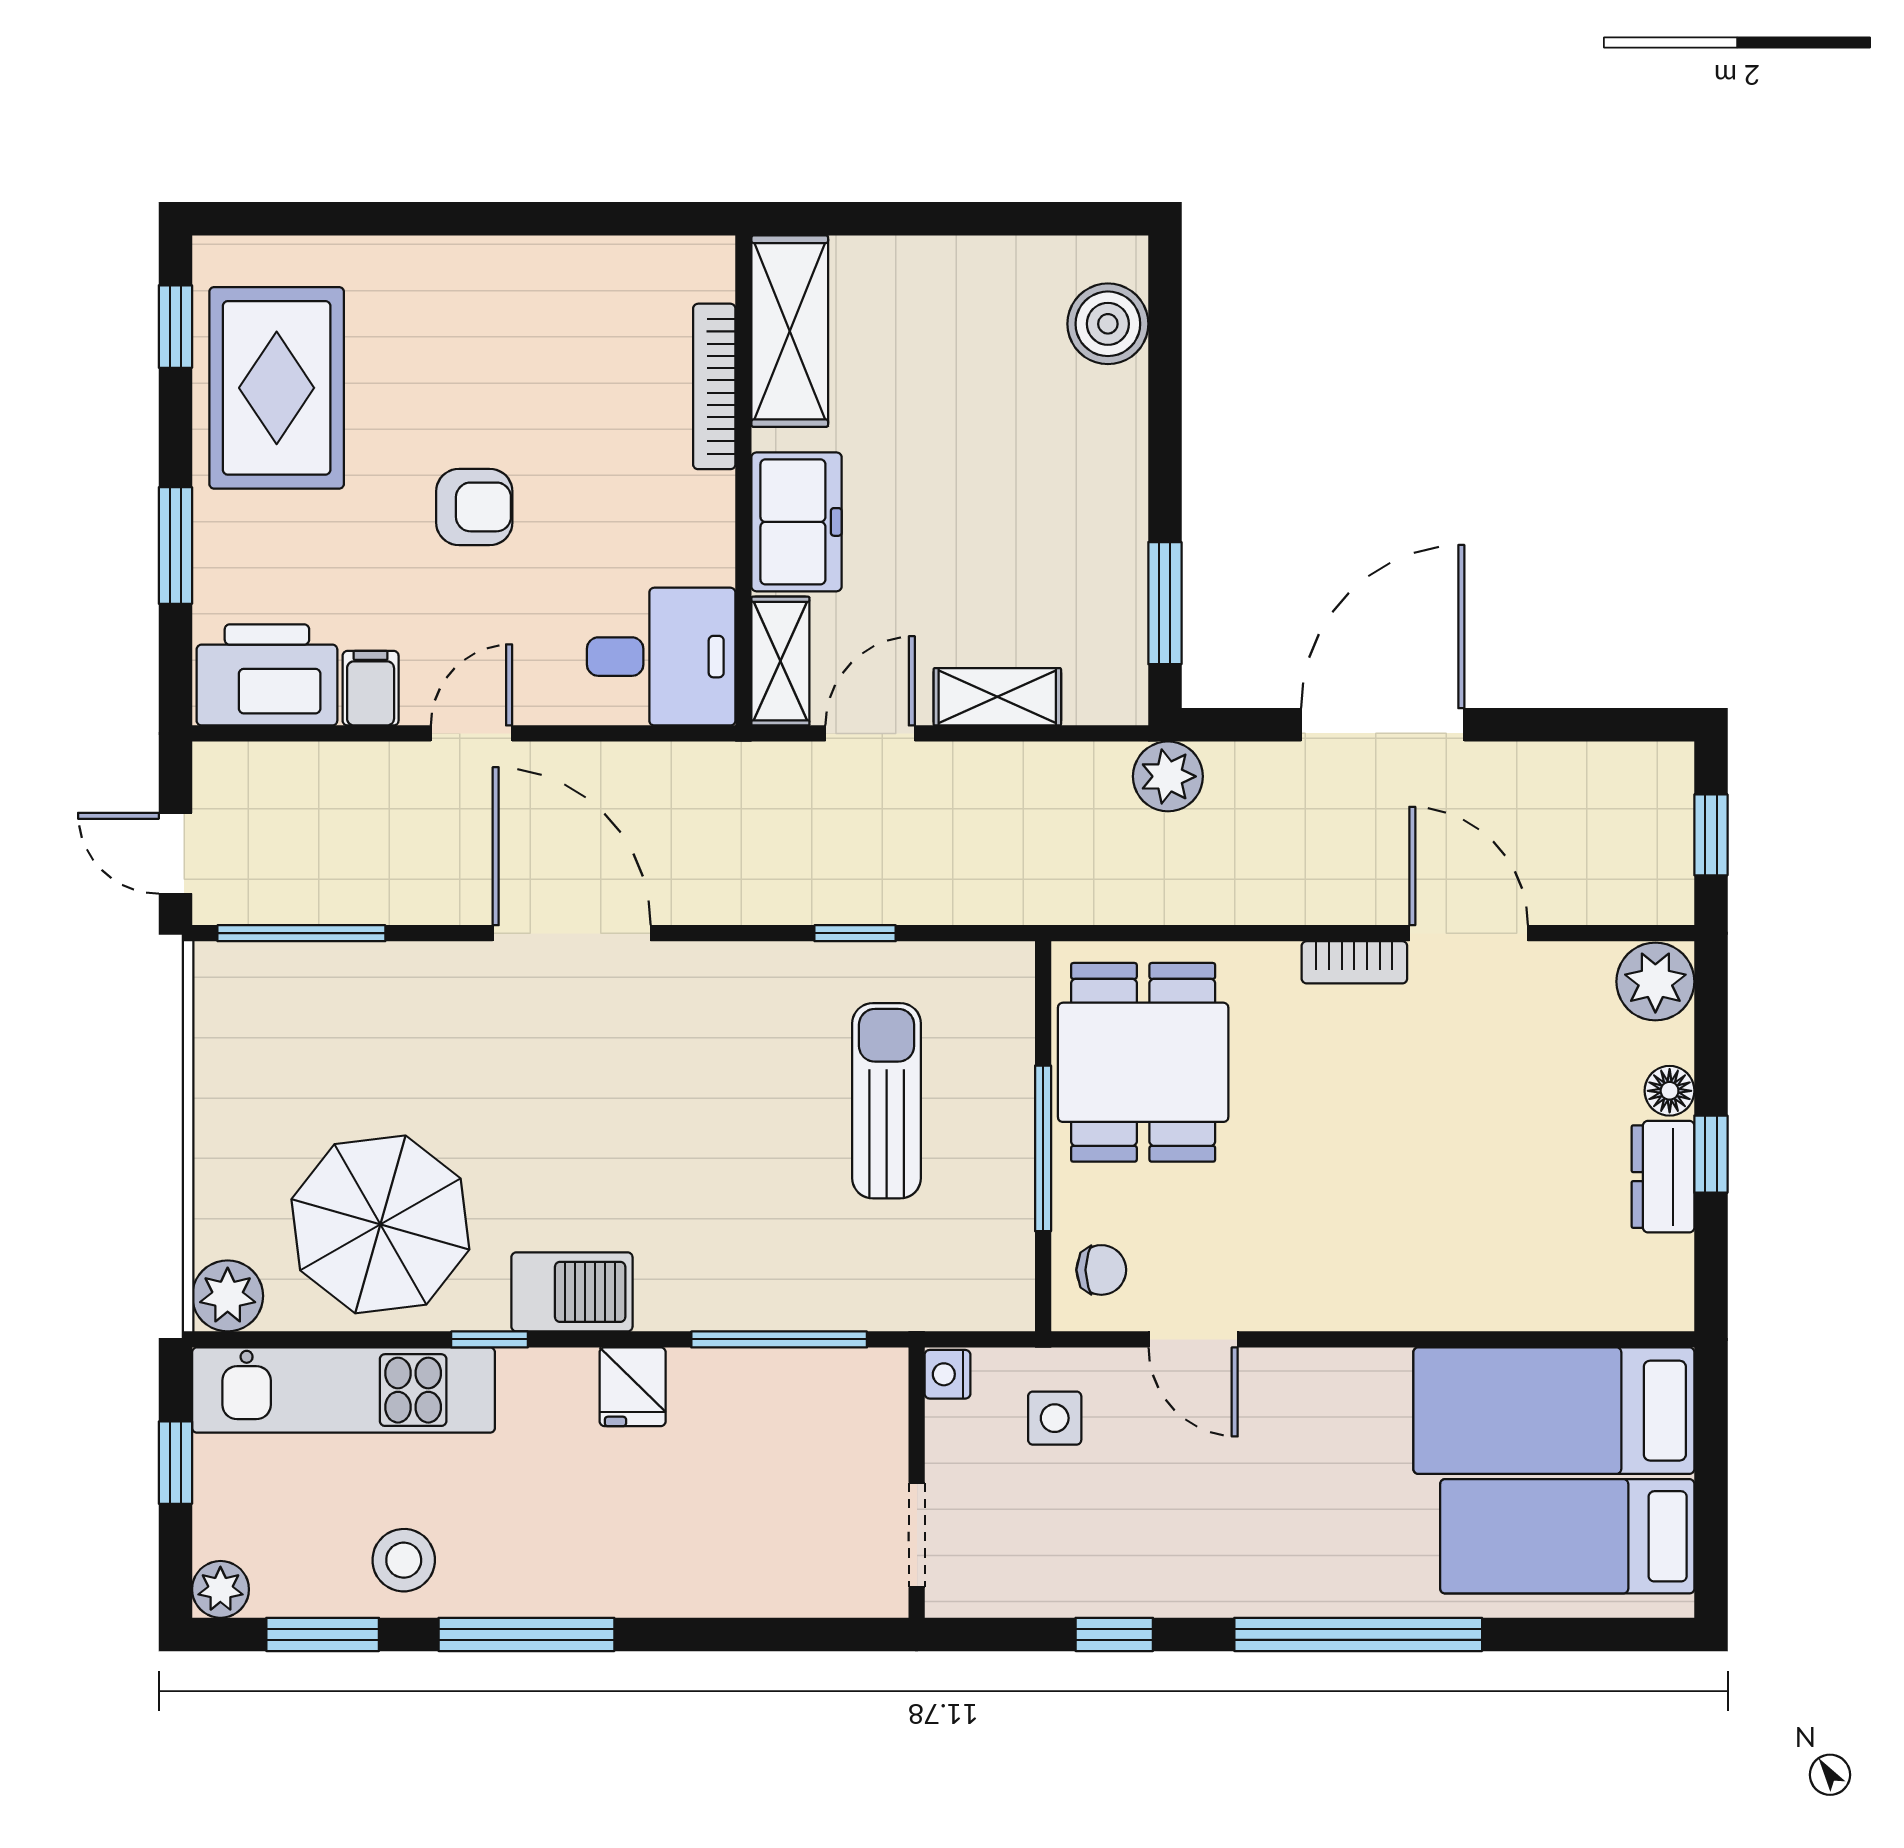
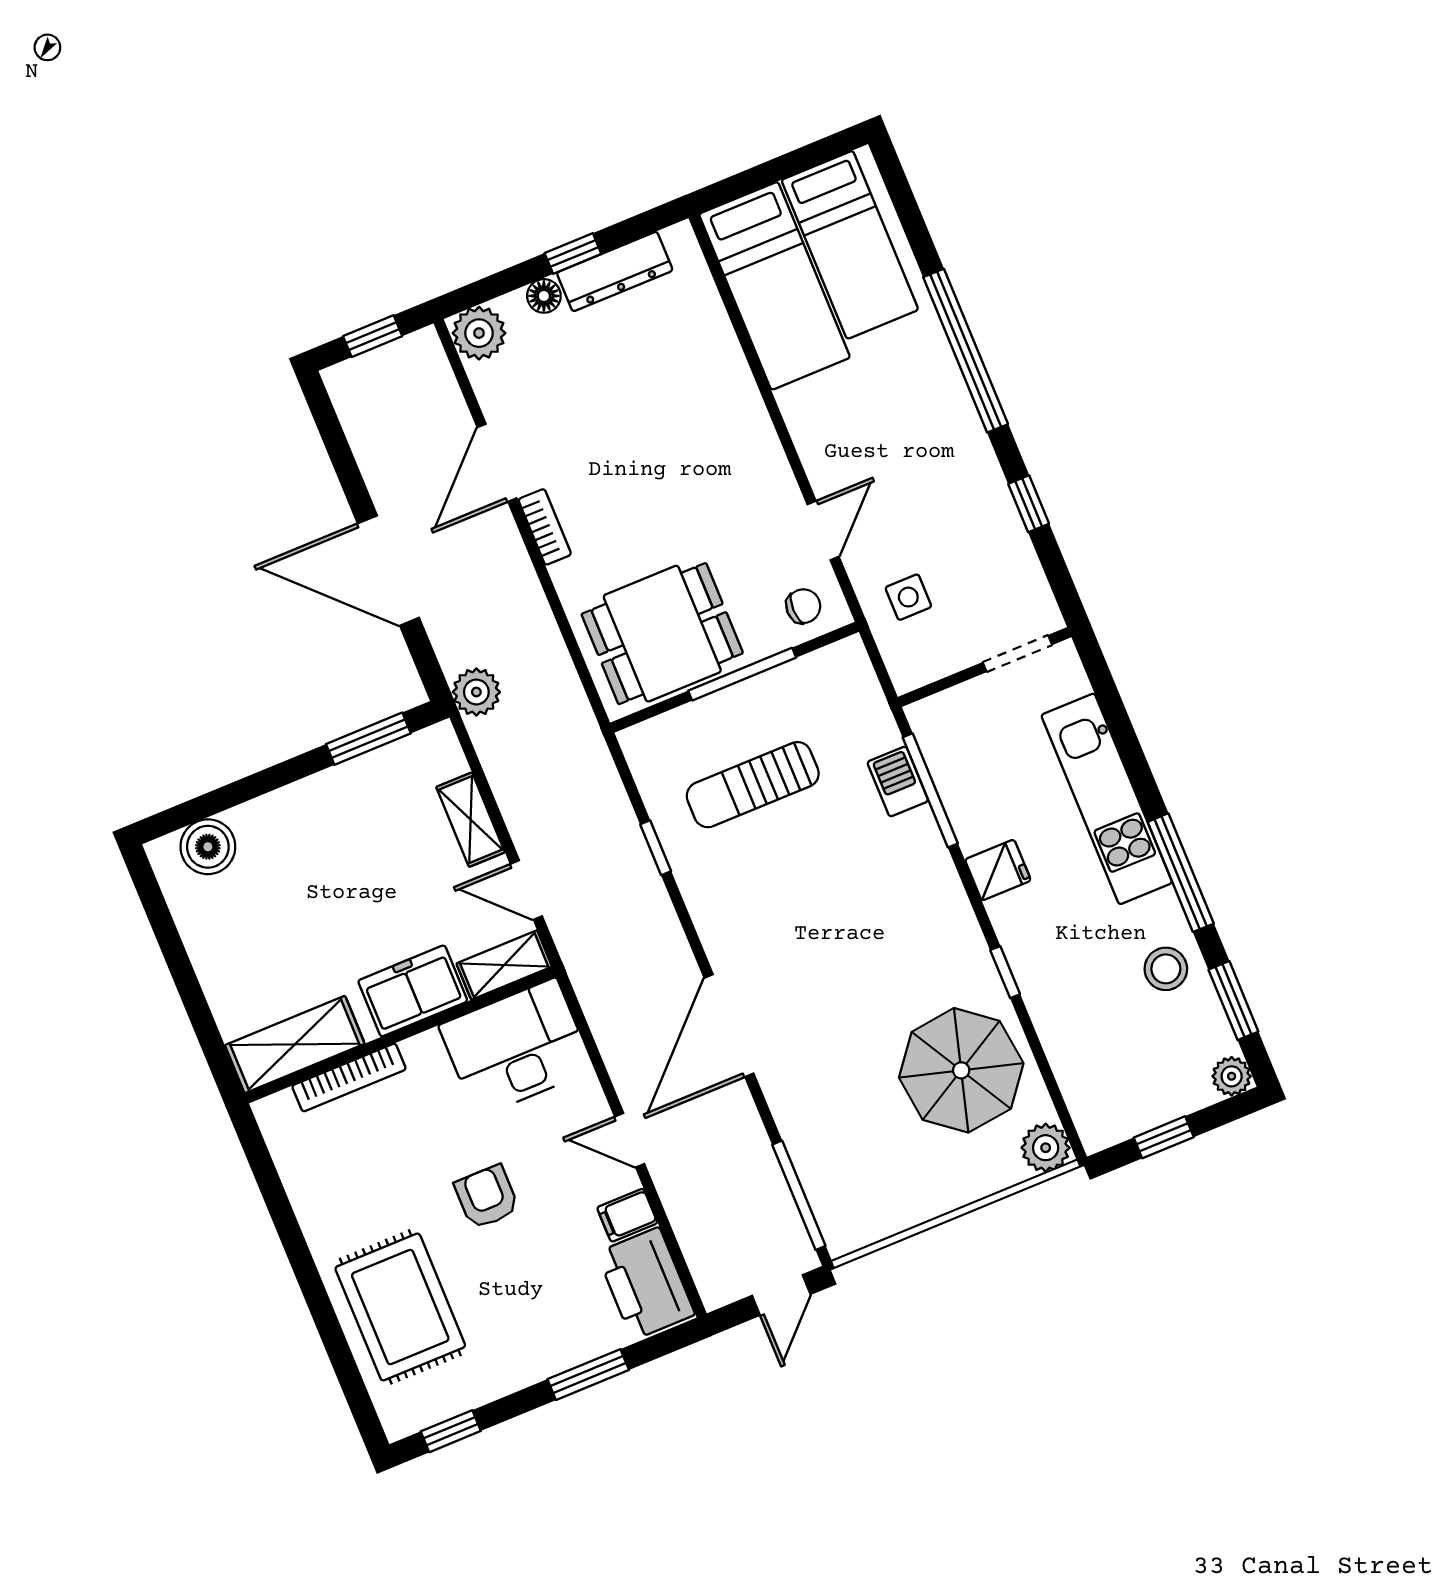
rug: (277, 388) -> (400, 1307), moved, turned 90
desk: (661, 657) -> (516, 1048), width x1.37
dresser: (1663, 1177) -> (615, 272), width x1.44
chair: (1101, 1270) -> (803, 606), turned 90
barbecue: (572, 1292) -> (898, 781), moved, width x0.73, depth x0.79
nightstand: (947, 1374) -> (909, 676), removed
kitchen unit: (343, 1390) -> (1107, 799), moved, turned 180

